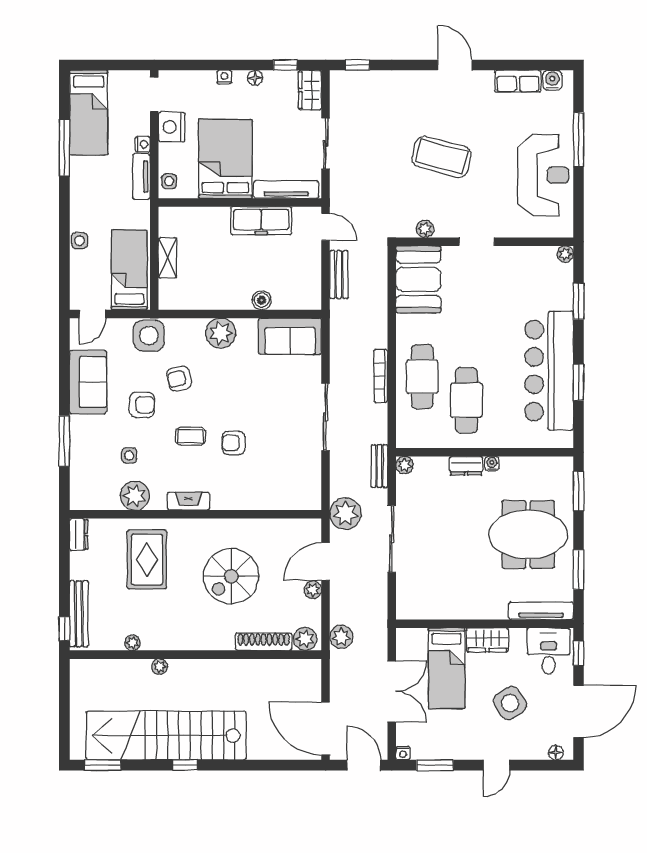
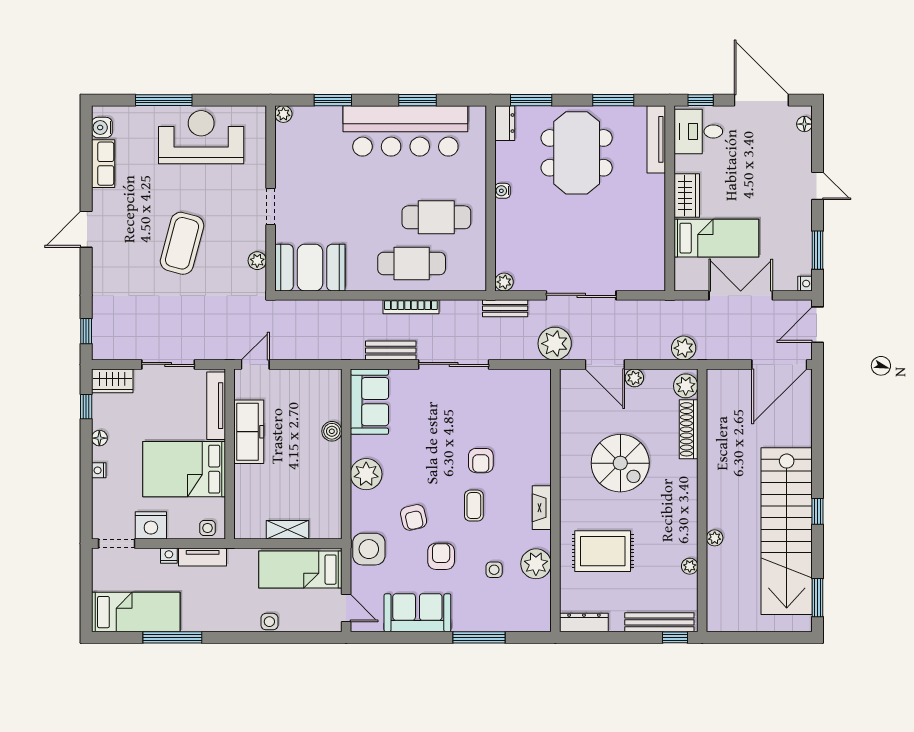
bench: (339, 275) -> (391, 351), moved
dresser: (466, 466) -> (505, 123), moved
dresser: (79, 534) -> (584, 623), width x1.44
side table: (510, 703) -> (753, 172), removed

